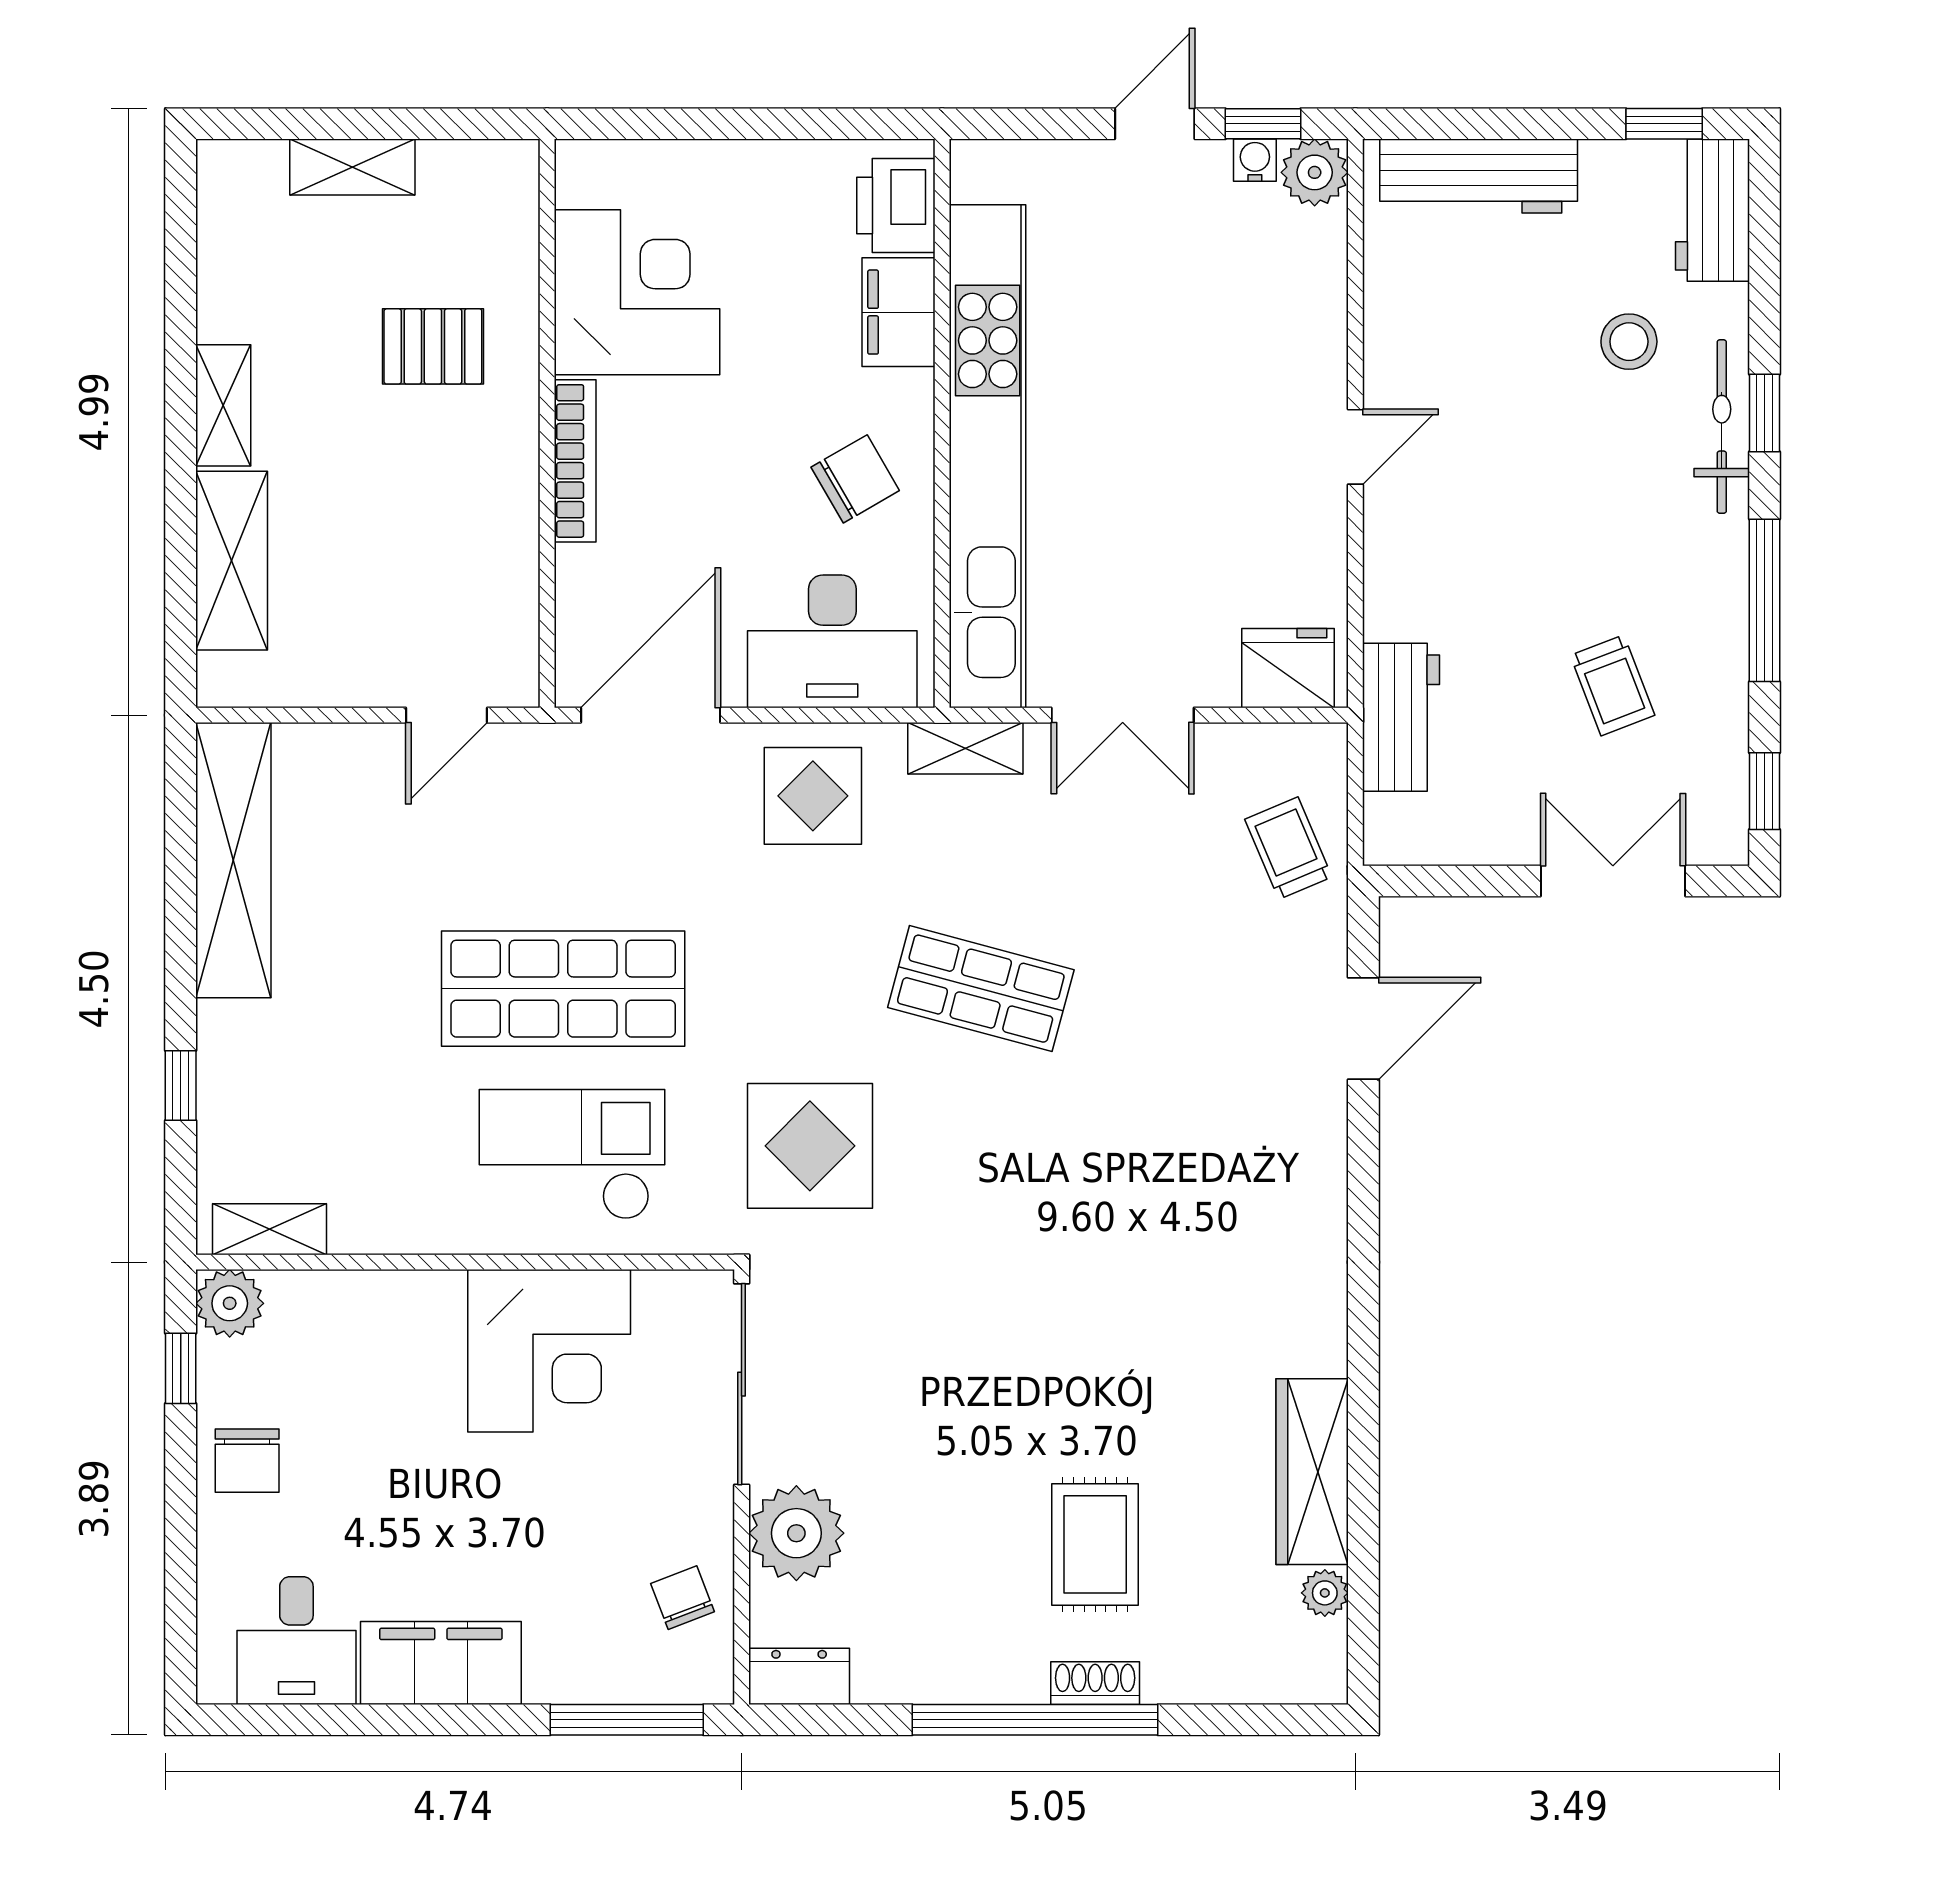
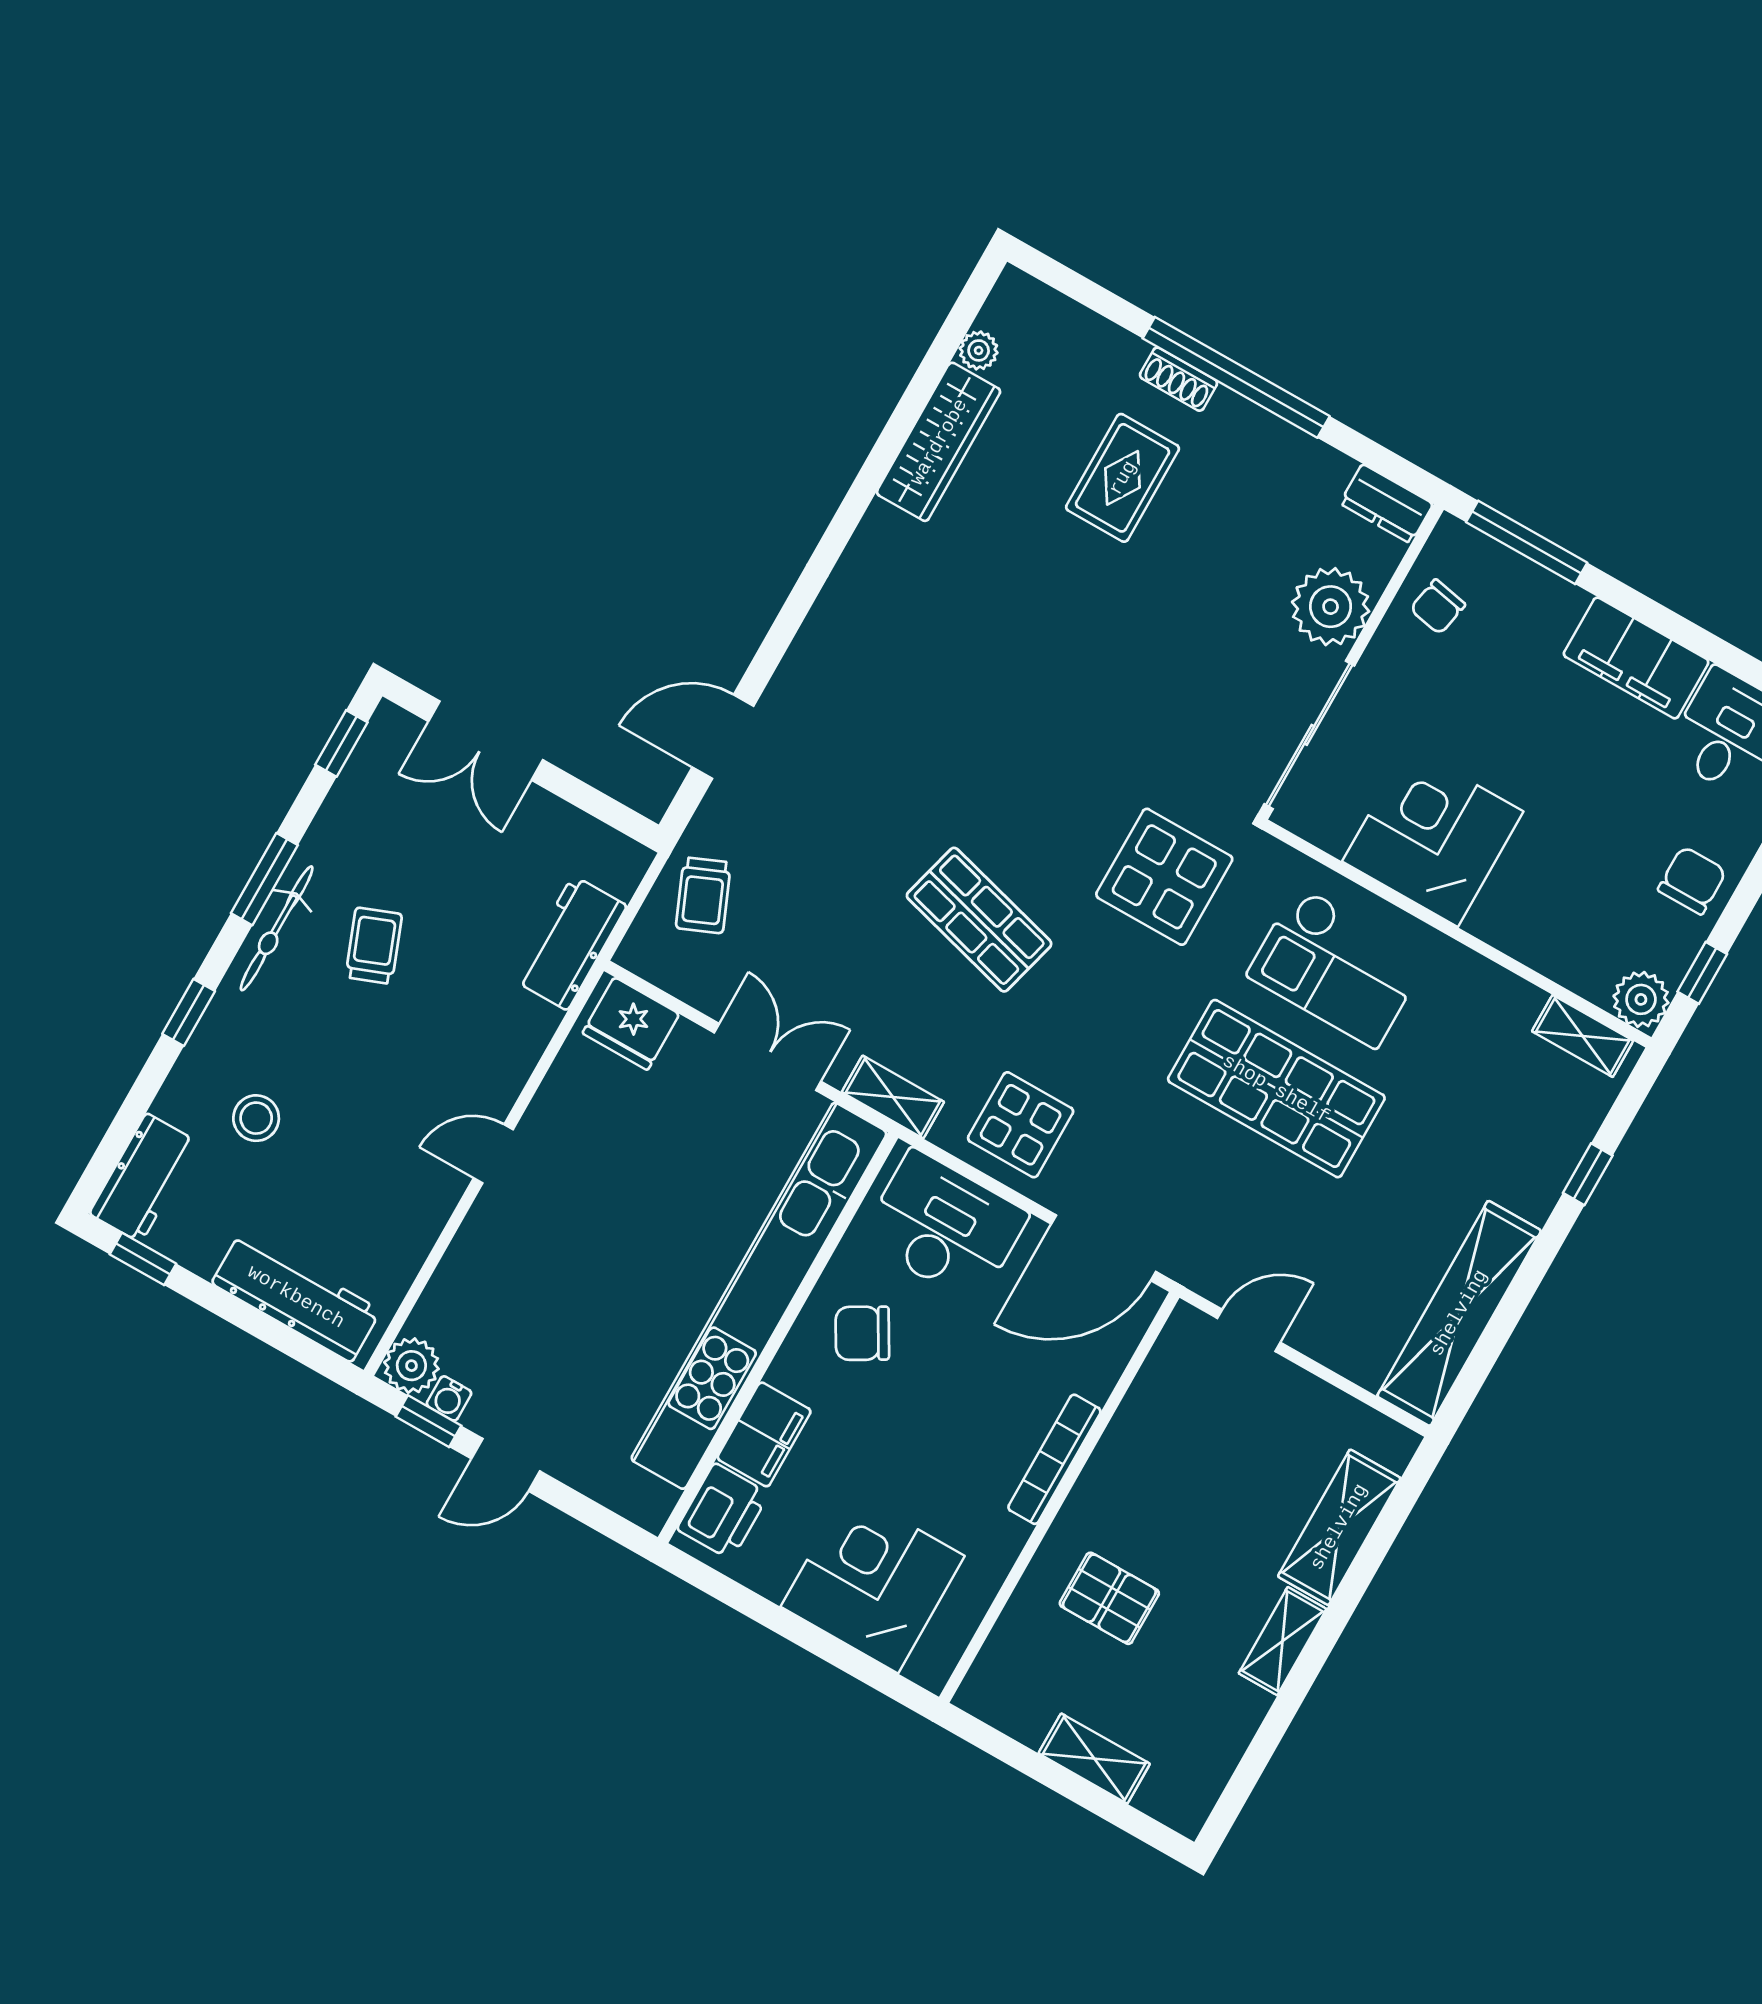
corner desk: (637, 292) -> (873, 1581), moved, turned 90
bicycle: (1722, 427) -> (277, 928), moved
window: (1764, 600) -> (264, 879), width x0.69
trolley: (1612, 685) -> (374, 946), moved
chair: (682, 1598) -> (1438, 607), turned 32

